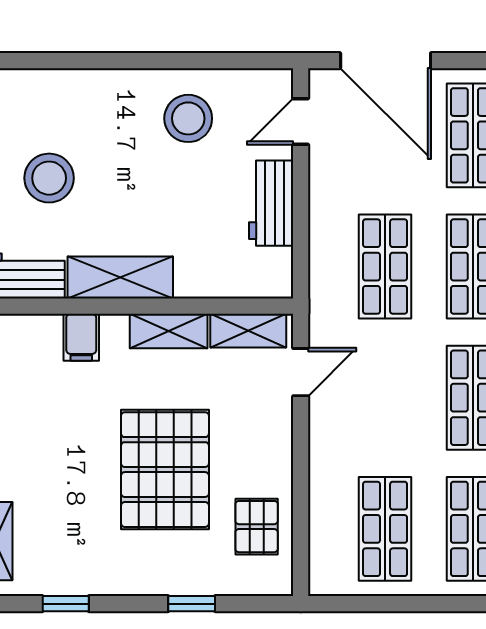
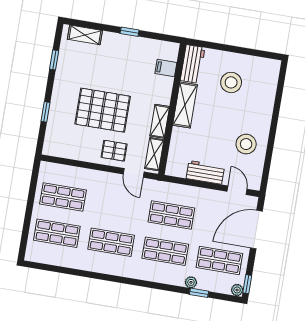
filing cabinet: (81, 337) -> (166, 68), moved
pallet: (257, 527) -> (114, 151), moved

